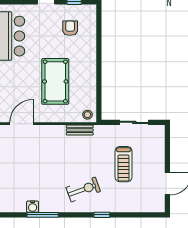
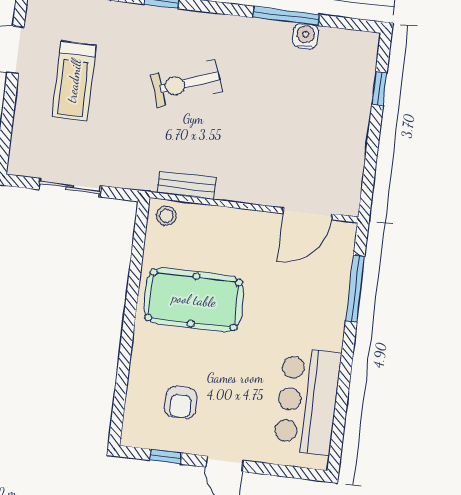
pool table: (55, 81) -> (194, 300), moved, turned 90
treadmill: (124, 164) -> (74, 81), moved, turned 180
exercise bike: (83, 189) -> (187, 83), moved

